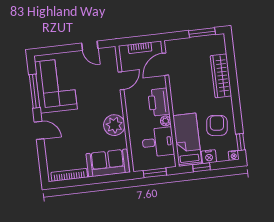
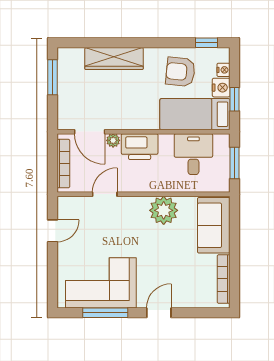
bookcase: (140, 48) -> (63, 164), width x1.56
door: (121, 81) -> (105, 194), hinge flipped
plant: (166, 121) -> (113, 140), moved
nightstand: (234, 155) -> (223, 70), moved

